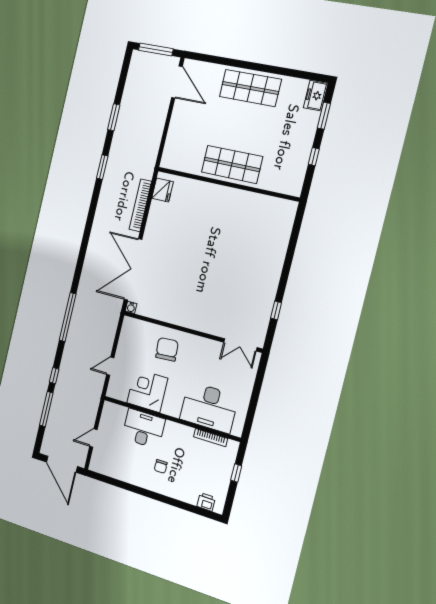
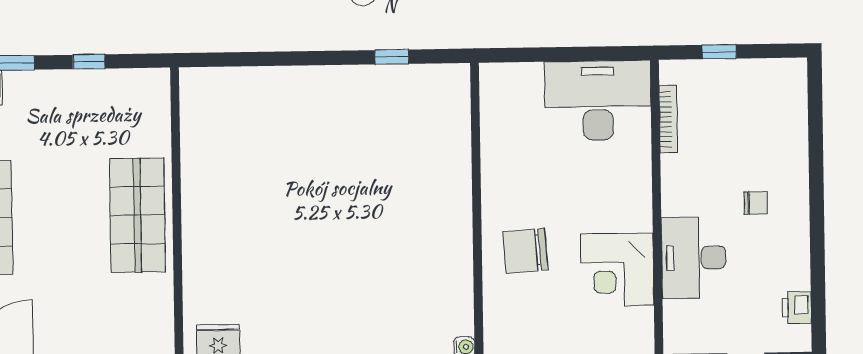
double door: (240, 345) -> (475, 108), removed
desk: (209, 407) -> (598, 100), moved, turned -90
printer: (206, 502) -> (797, 308), moved

